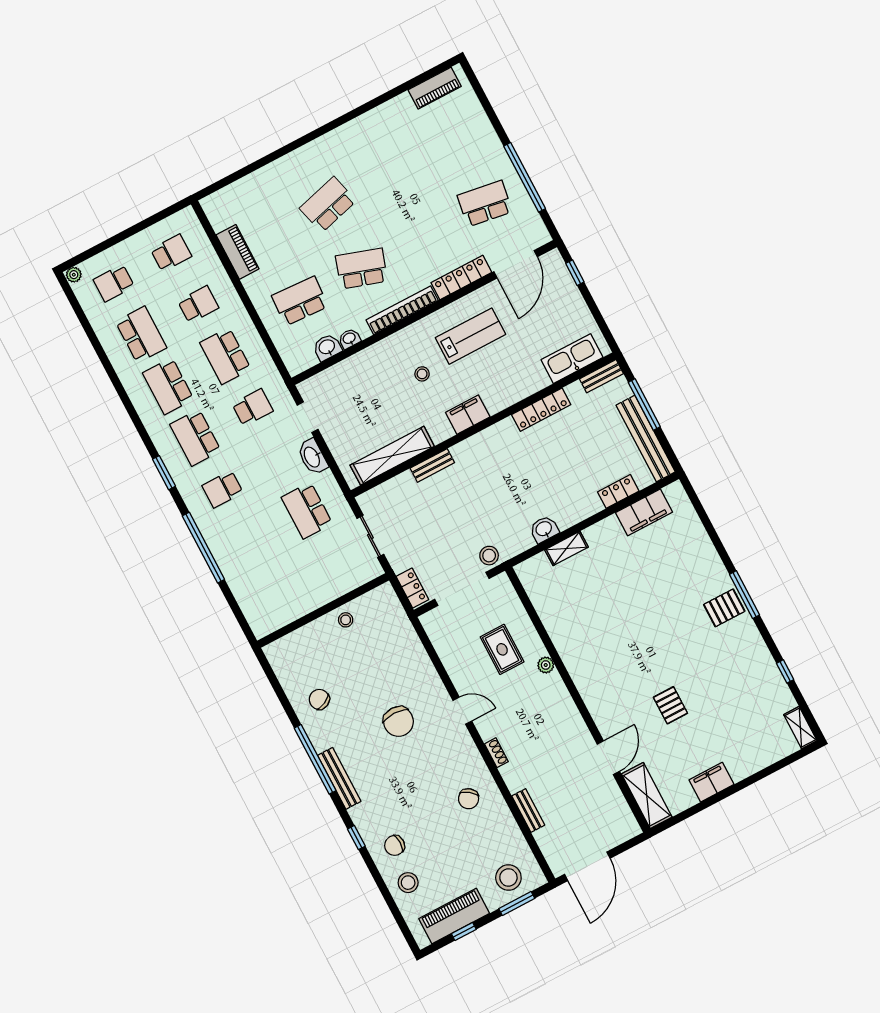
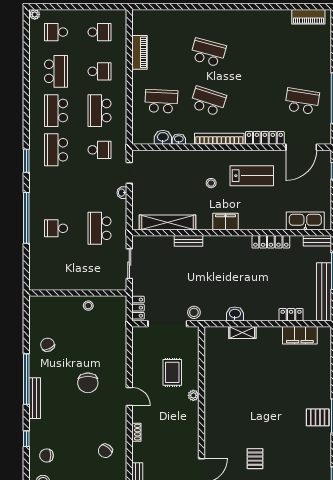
school desk: (328, 205) -> (208, 53), turned 30
washbasin: (312, 457) -> (122, 193), width x0.52, depth x0.69
school desk: (223, 489) -> (56, 228), moved

